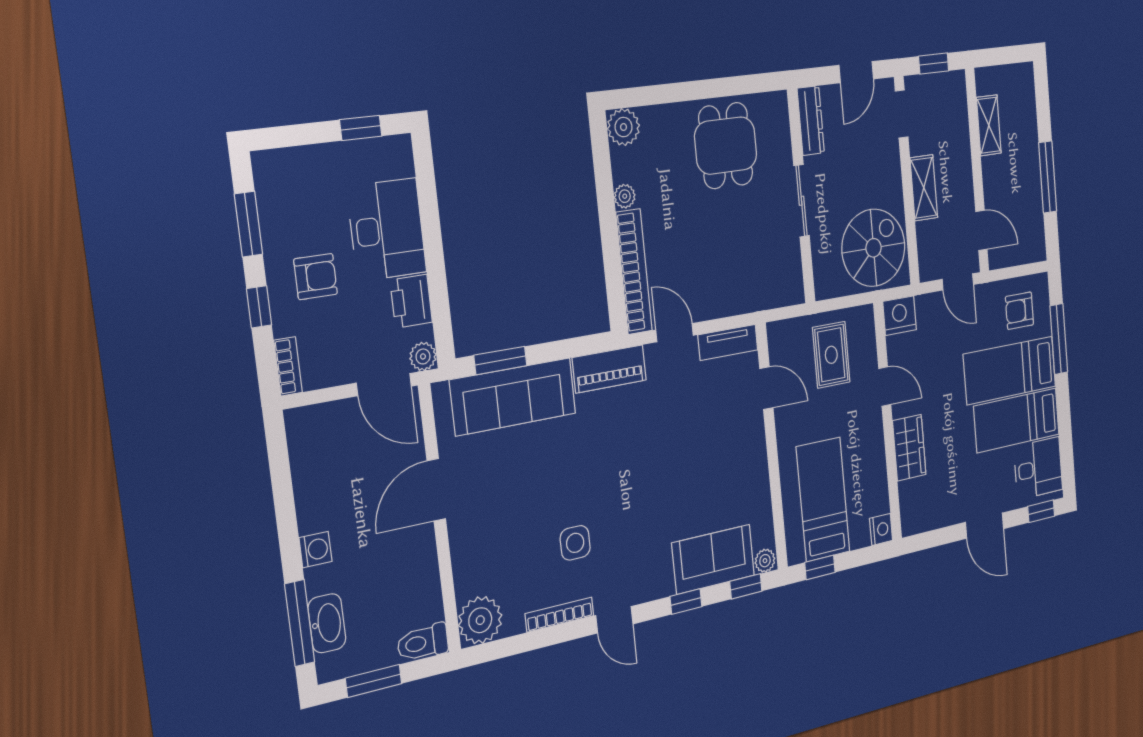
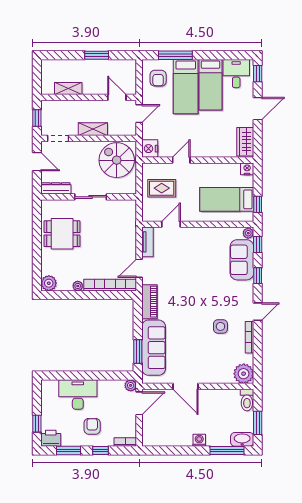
window: (361, 128) -> (37, 424), moved
window: (1048, 177) -> (97, 55), width x0.69
door: (981, 230) -> (117, 97), hinge flipped
printer: (411, 301) -> (51, 438), moved, turned 180
wardrobe: (909, 448) -> (245, 142), moved, turned -90
washbasin: (327, 623) -> (242, 439), moved

